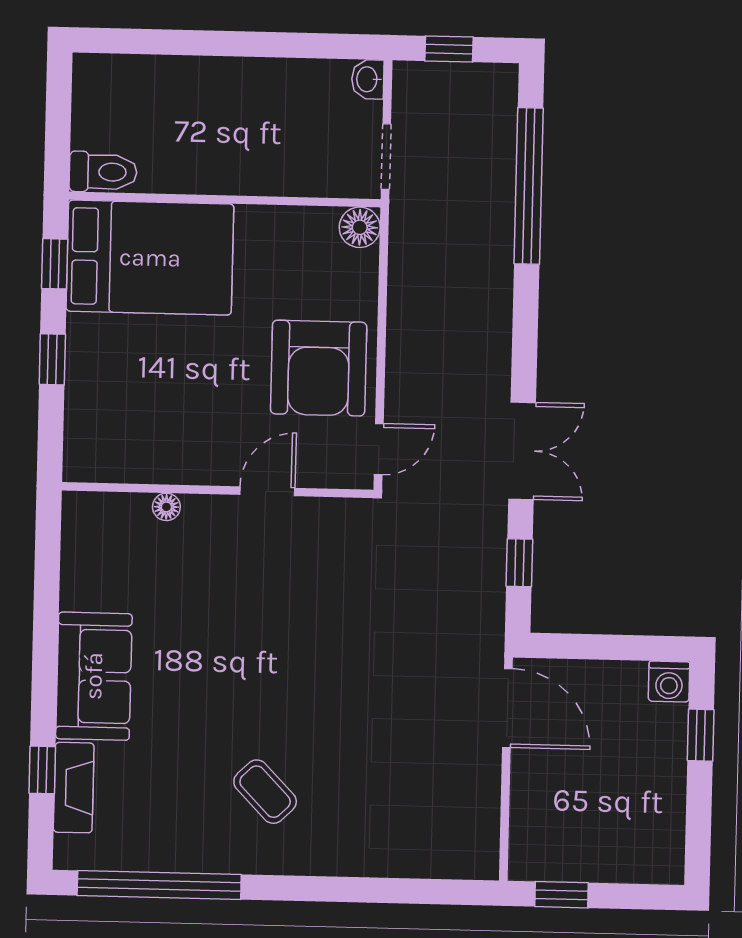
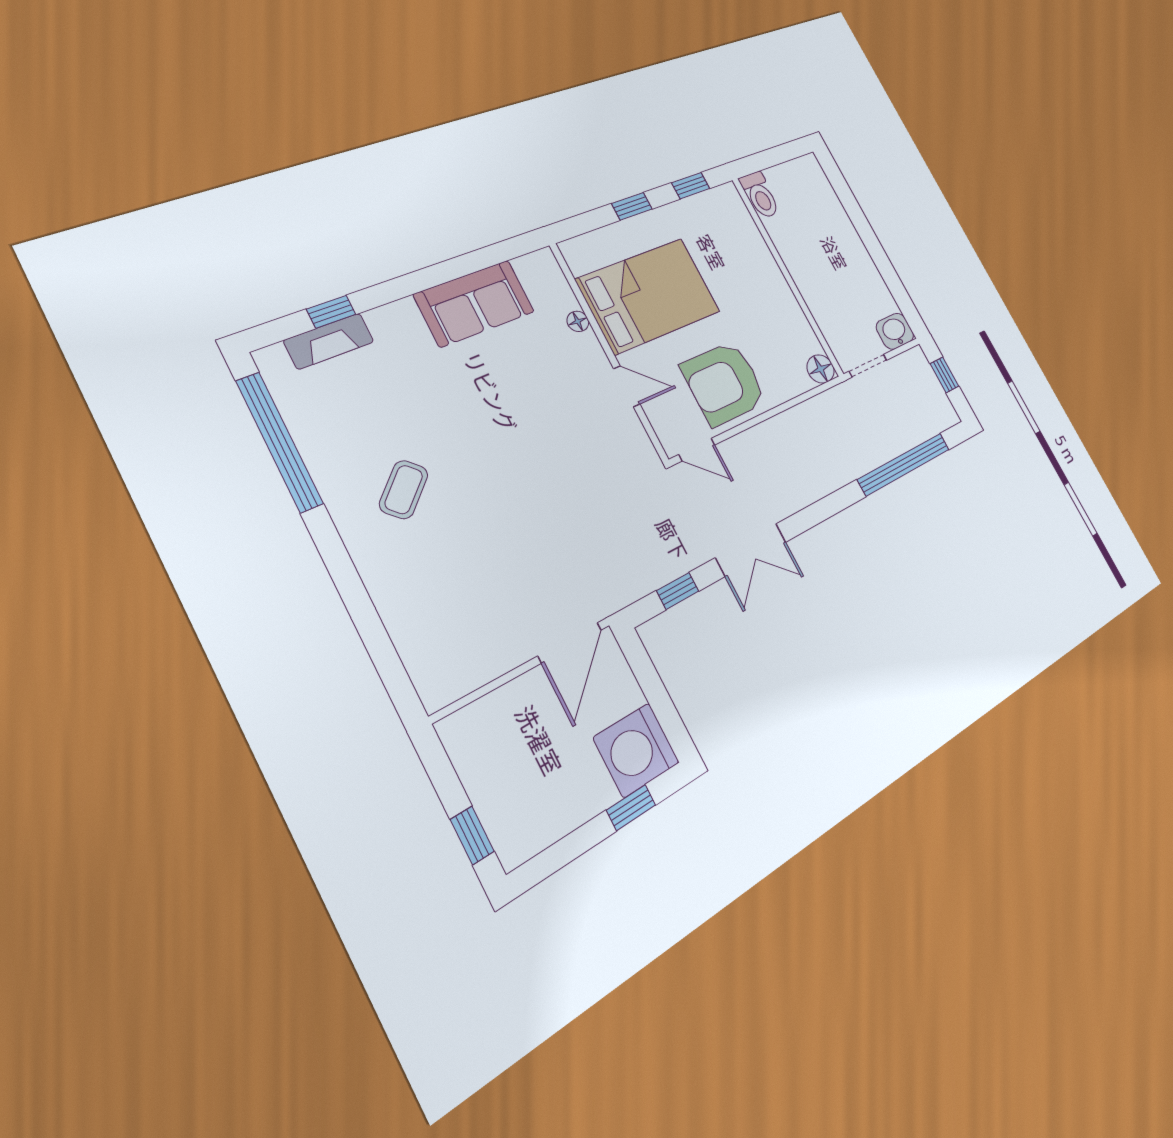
washbasin: (368, 79) -> (895, 331), width x1.38, depth x1.45
bed: (150, 258) -> (649, 296), moved, turned -90
sofa: (94, 676) -> (474, 303), moved
washing machine: (669, 682) -> (636, 750), width x1.89, depth x1.89
window: (561, 895) -> (472, 835), moved

